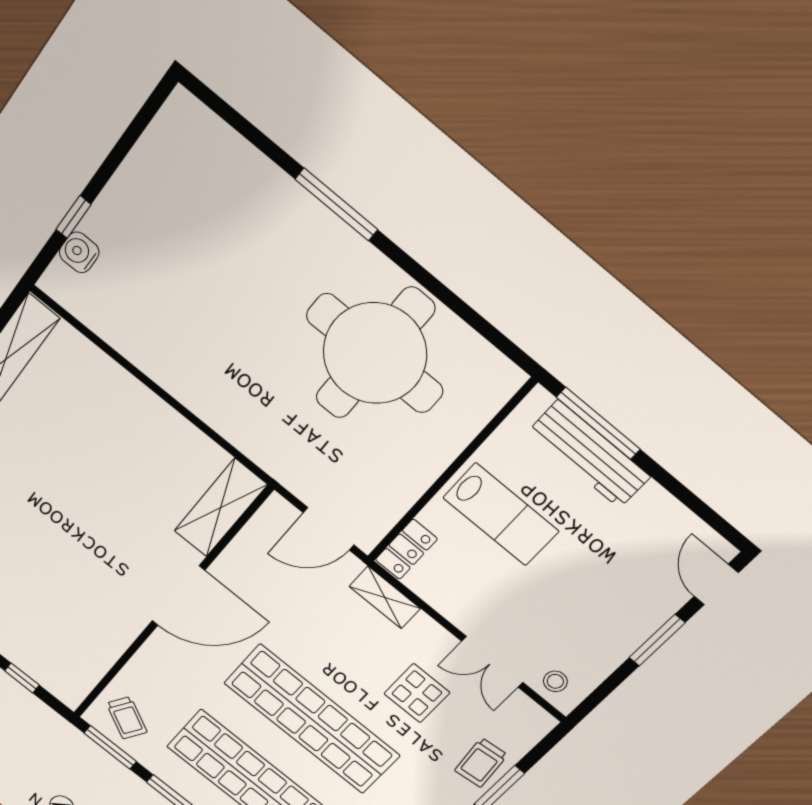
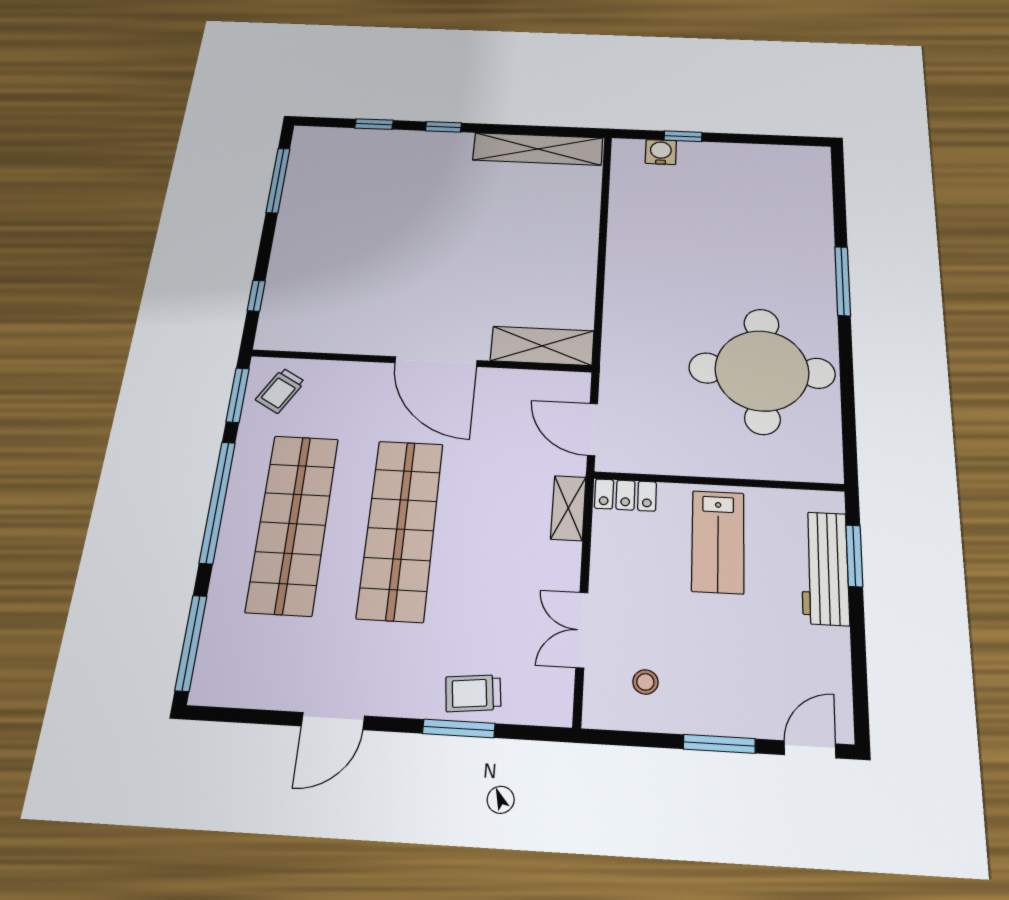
window: (598, 423) -> (854, 556), width x0.69
stool: (555, 681) -> (645, 682), moved
display table: (417, 693) -> (499, 593), removed

